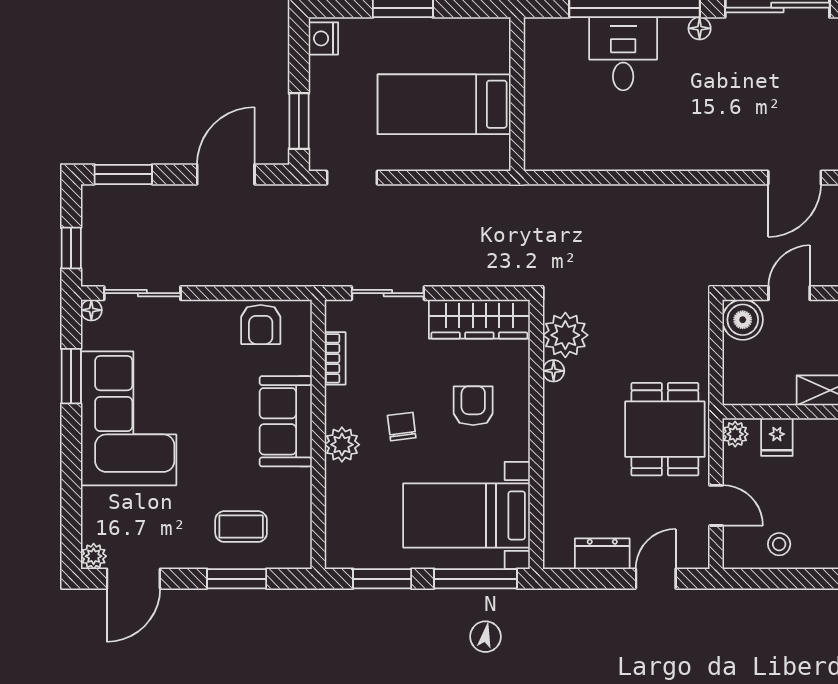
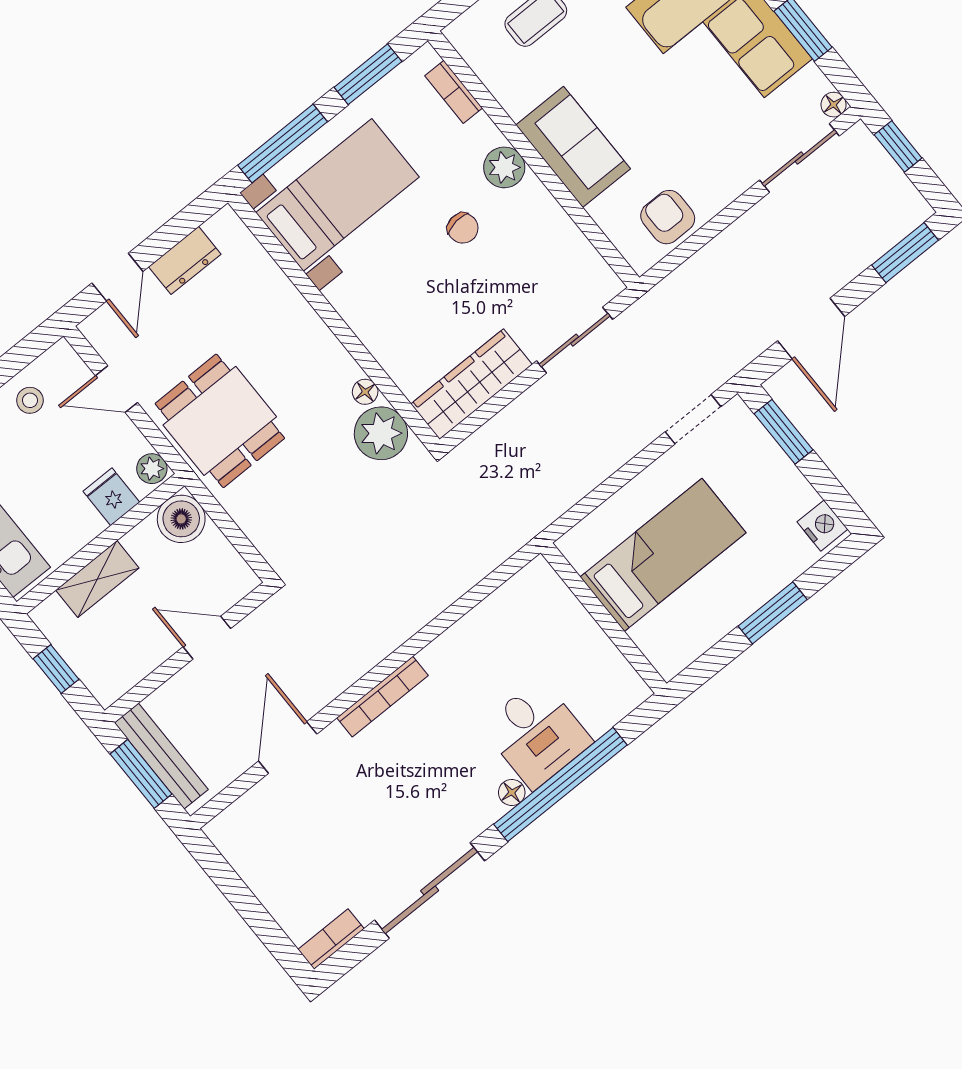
floor lamp: (700, 28) -> (512, 792), moved
bookcase: (705, 161) -> (383, 697), added
door: (789, 293) -> (207, 638), swing flipped
boiler: (743, 320) -> (181, 519), moved
bookcase: (335, 358) -> (454, 92), moved
armchair: (473, 406) -> (413, 300), removed

